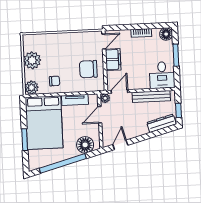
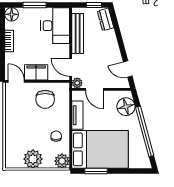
desk: (162, 75) -> (55, 26), width x1.37
dresser: (161, 123) -> (106, 19), width x0.70
window: (25, 140) -> (96, 171), moved

